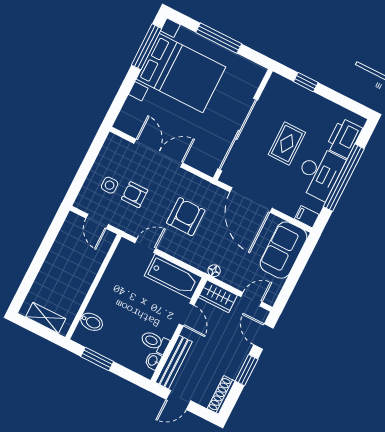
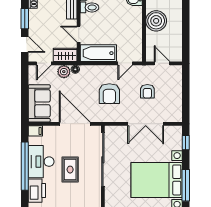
window: (118, 102) -> (186, 143), added
side table: (110, 185) -> (166, 89), removed
armchair: (135, 195) -> (147, 91), turned 90
plant: (231, 275) -> (64, 72), added
boiler: (77, 281) -> (156, 21), added

